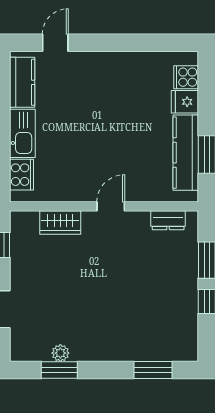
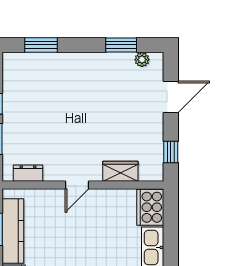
cooker: (22, 175) -> (150, 207), width x1.37, depth x1.31
plant: (60, 353) -> (142, 60), moved

